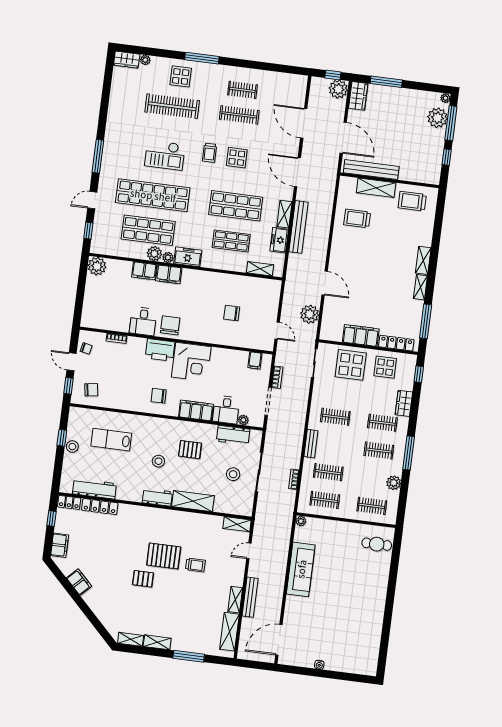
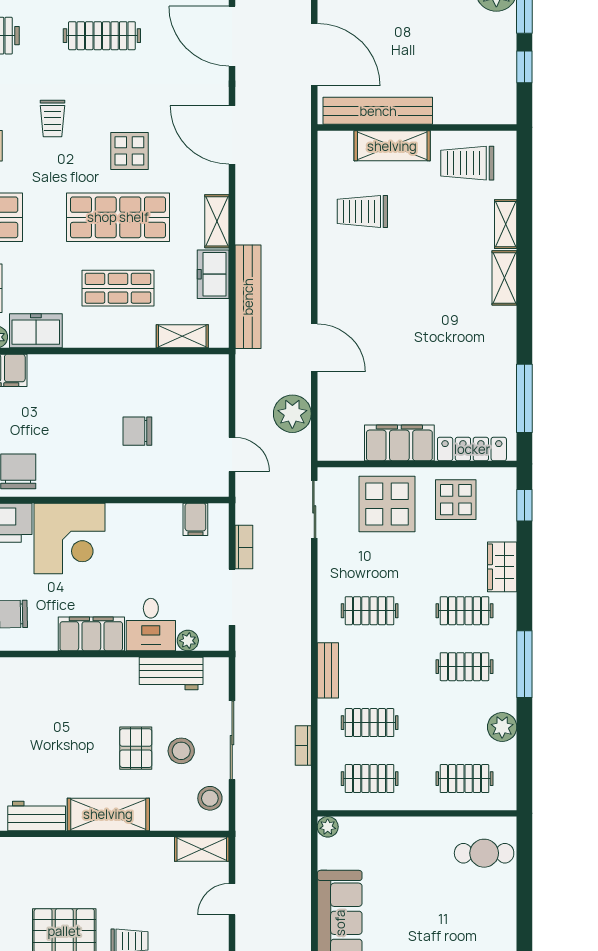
display table: (237, 158) -> (129, 151), moved
bench: (298, 227) -> (248, 297), moved
shelving: (420, 287) -> (506, 224), moved
pallet: (190, 450) -> (136, 748), moved, turned 90
stool: (158, 461) -> (210, 798), moved

